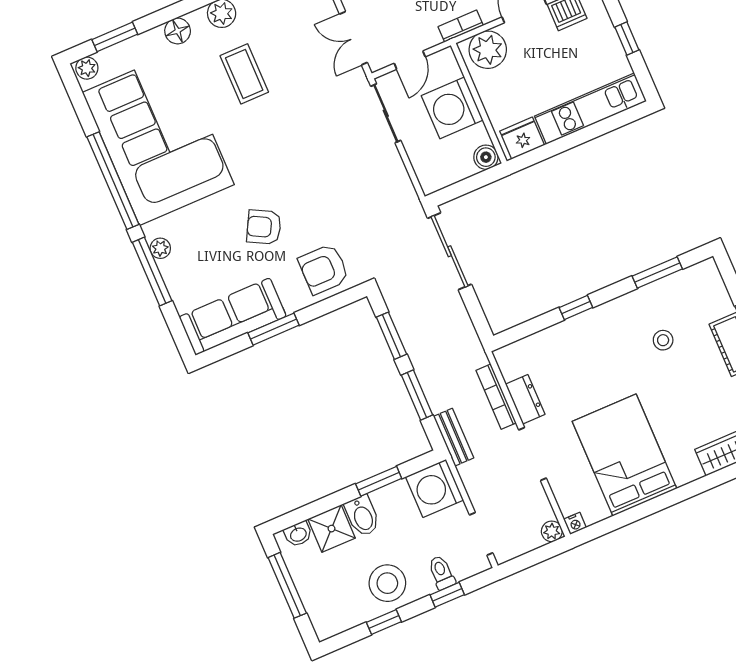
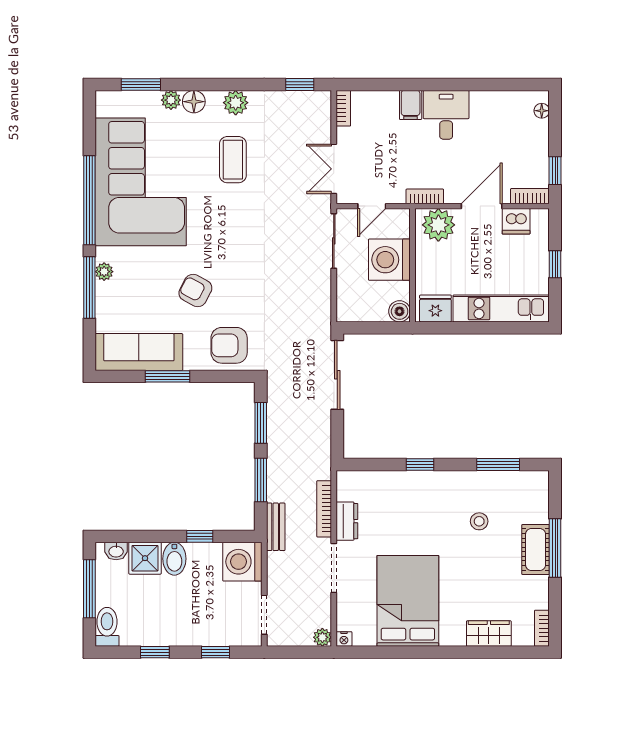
plant: (87, 68) -> (171, 100), moved
window: (379, 481) -> (200, 536), width x0.67
toilet: (442, 573) -> (107, 627), moved, width x1.37, depth x1.39
stool: (387, 583) -> (171, 622), removed

